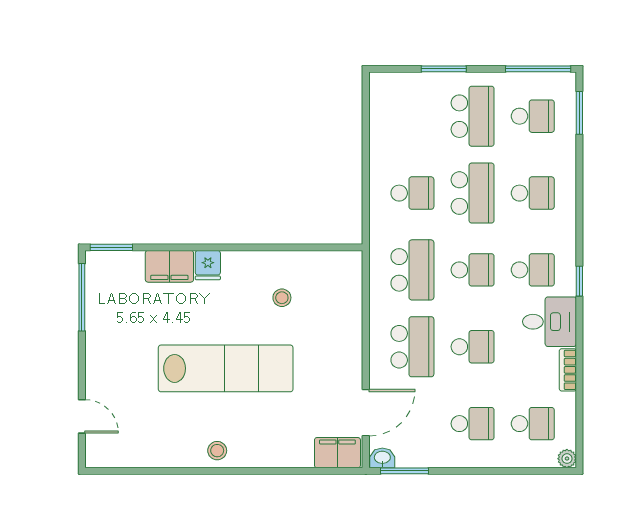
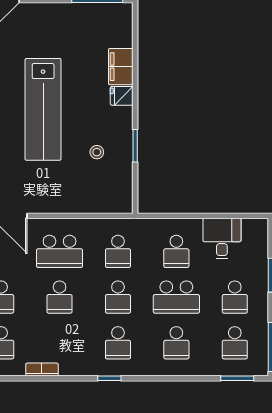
school desk: (473, 116) -> (235, 297), width x0.54
window: (111, 247) -> (135, 146), moved
school desk: (412, 270) -> (118, 251), width x0.54
desk: (550, 322) -> (222, 239), moved, turned 180

